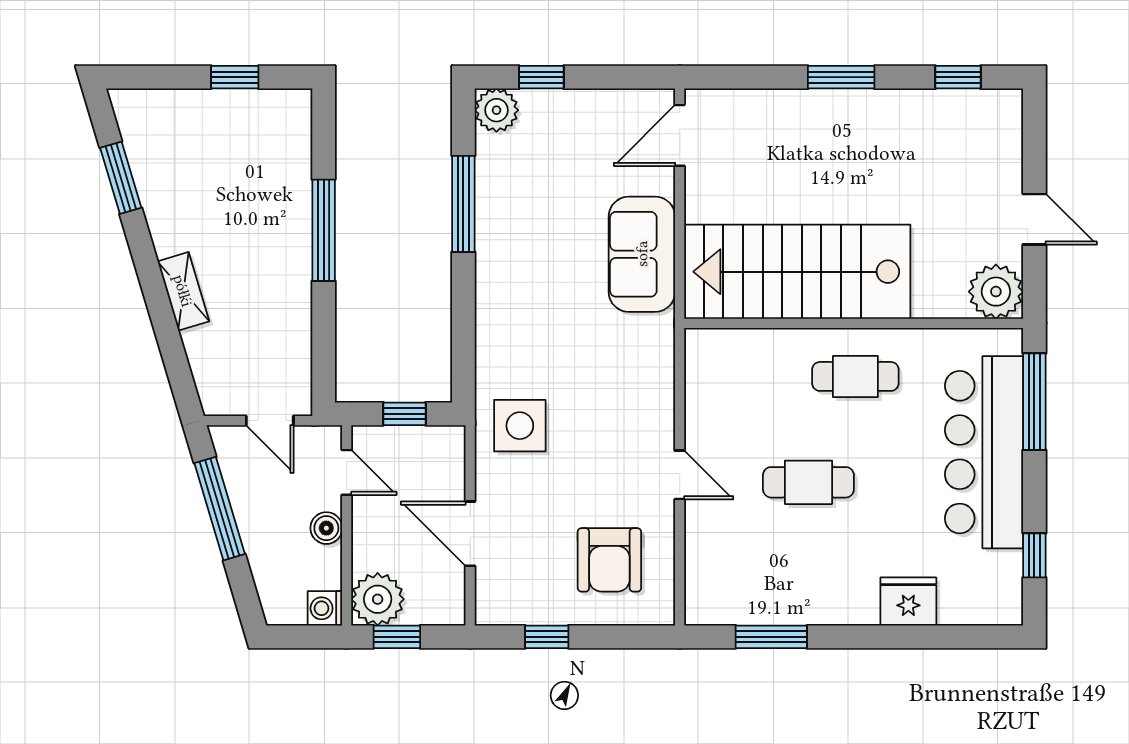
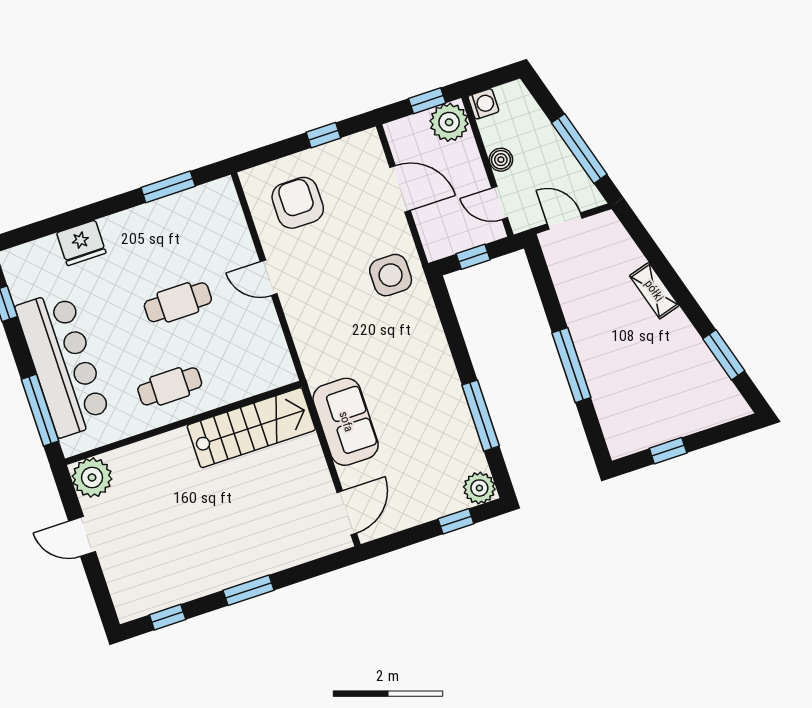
stairs: (797, 272) -> (251, 428), width x0.73, depth x0.66

